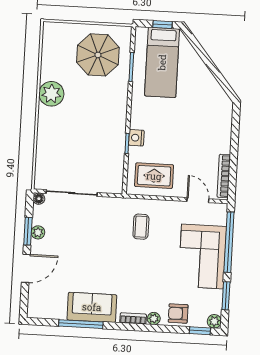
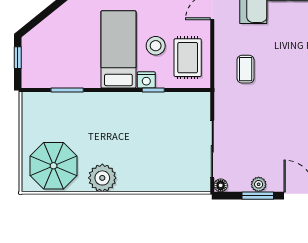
parasol: (98, 55) -> (54, 166), moved
bed: (162, 62) -> (118, 49), moved, turned -90
stool: (166, 148) -> (156, 46), added
coffee table: (141, 227) -> (246, 69), turned 90

